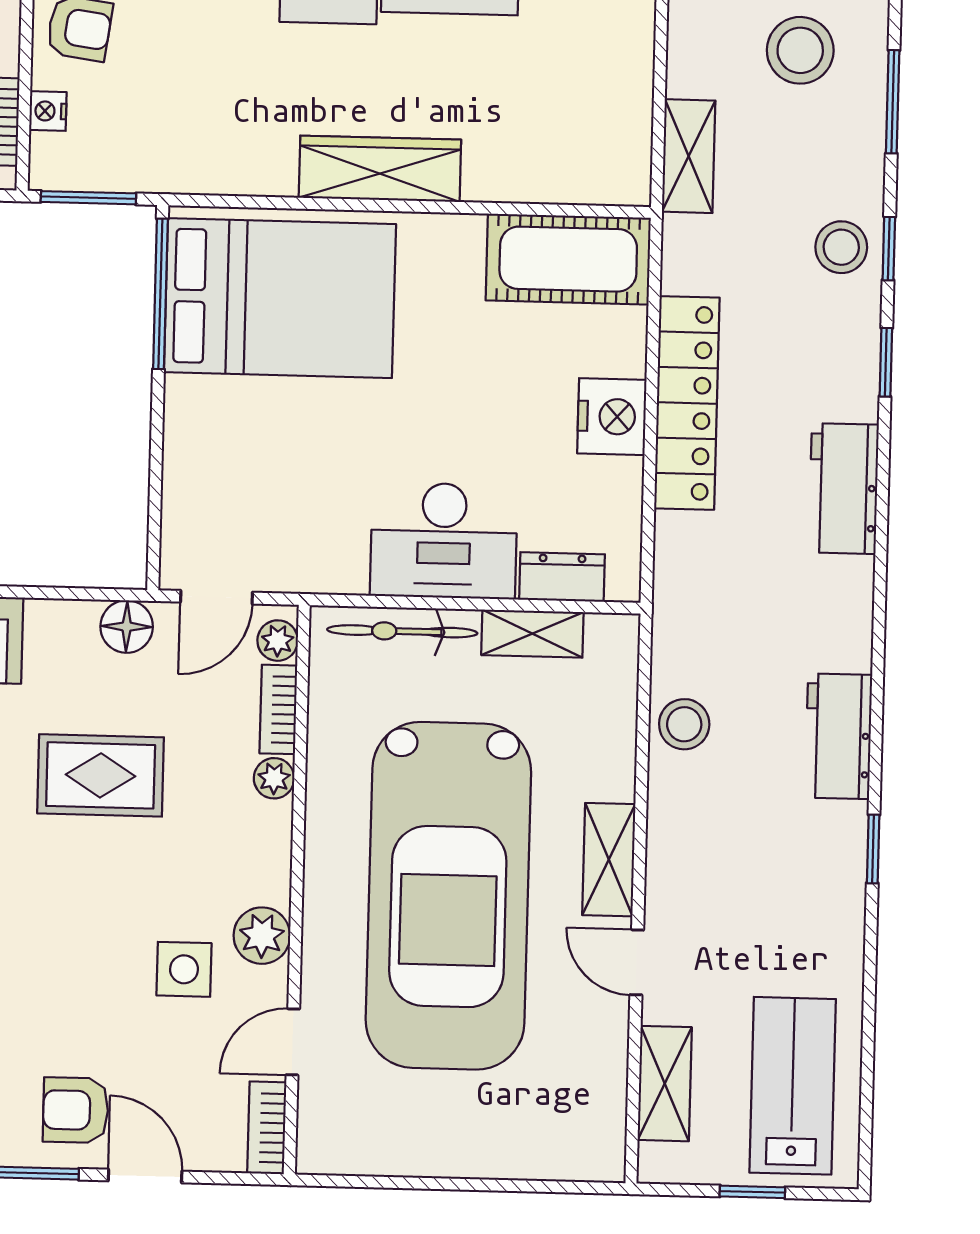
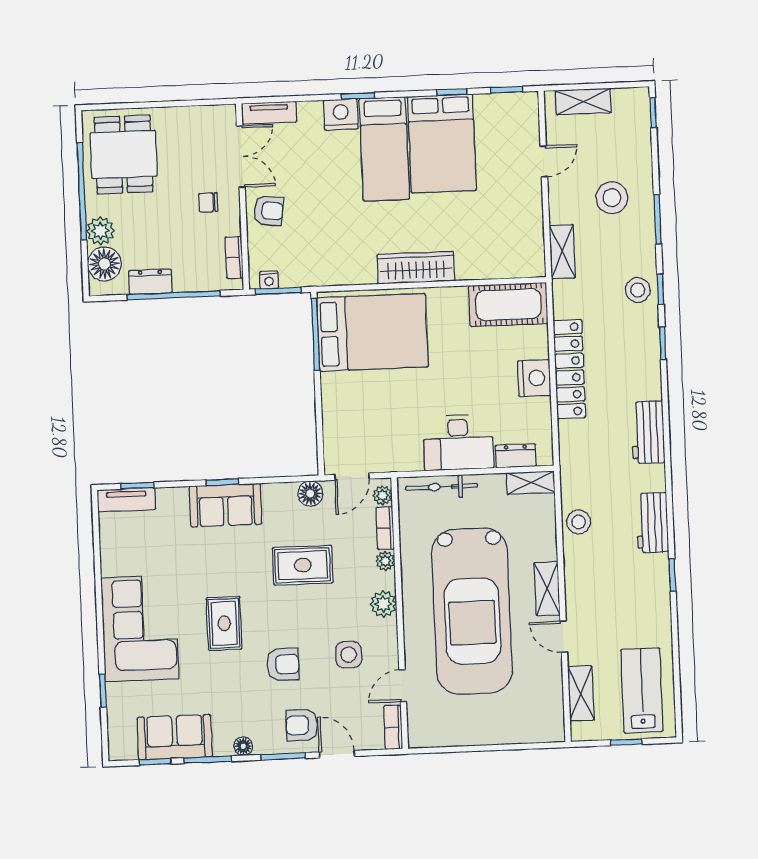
nightstand: (48, 111) -> (269, 280), moved, turned -90
workbench: (844, 489) -> (648, 432), moved
shelving: (532, 634) -> (531, 483), moved
plant: (262, 936) -> (383, 604), moved
armchair: (45, 980) -> (283, 664), added

